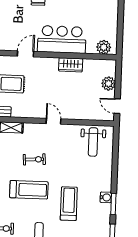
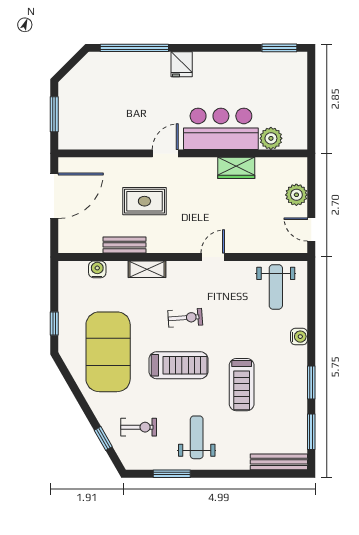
plant: (104, 47) -> (271, 138), moved
door: (53, 121) -> (213, 257), hinge flipped
water cooler: (106, 197) -> (299, 337), moved
treadmill: (69, 204) -> (242, 385), turned 180

